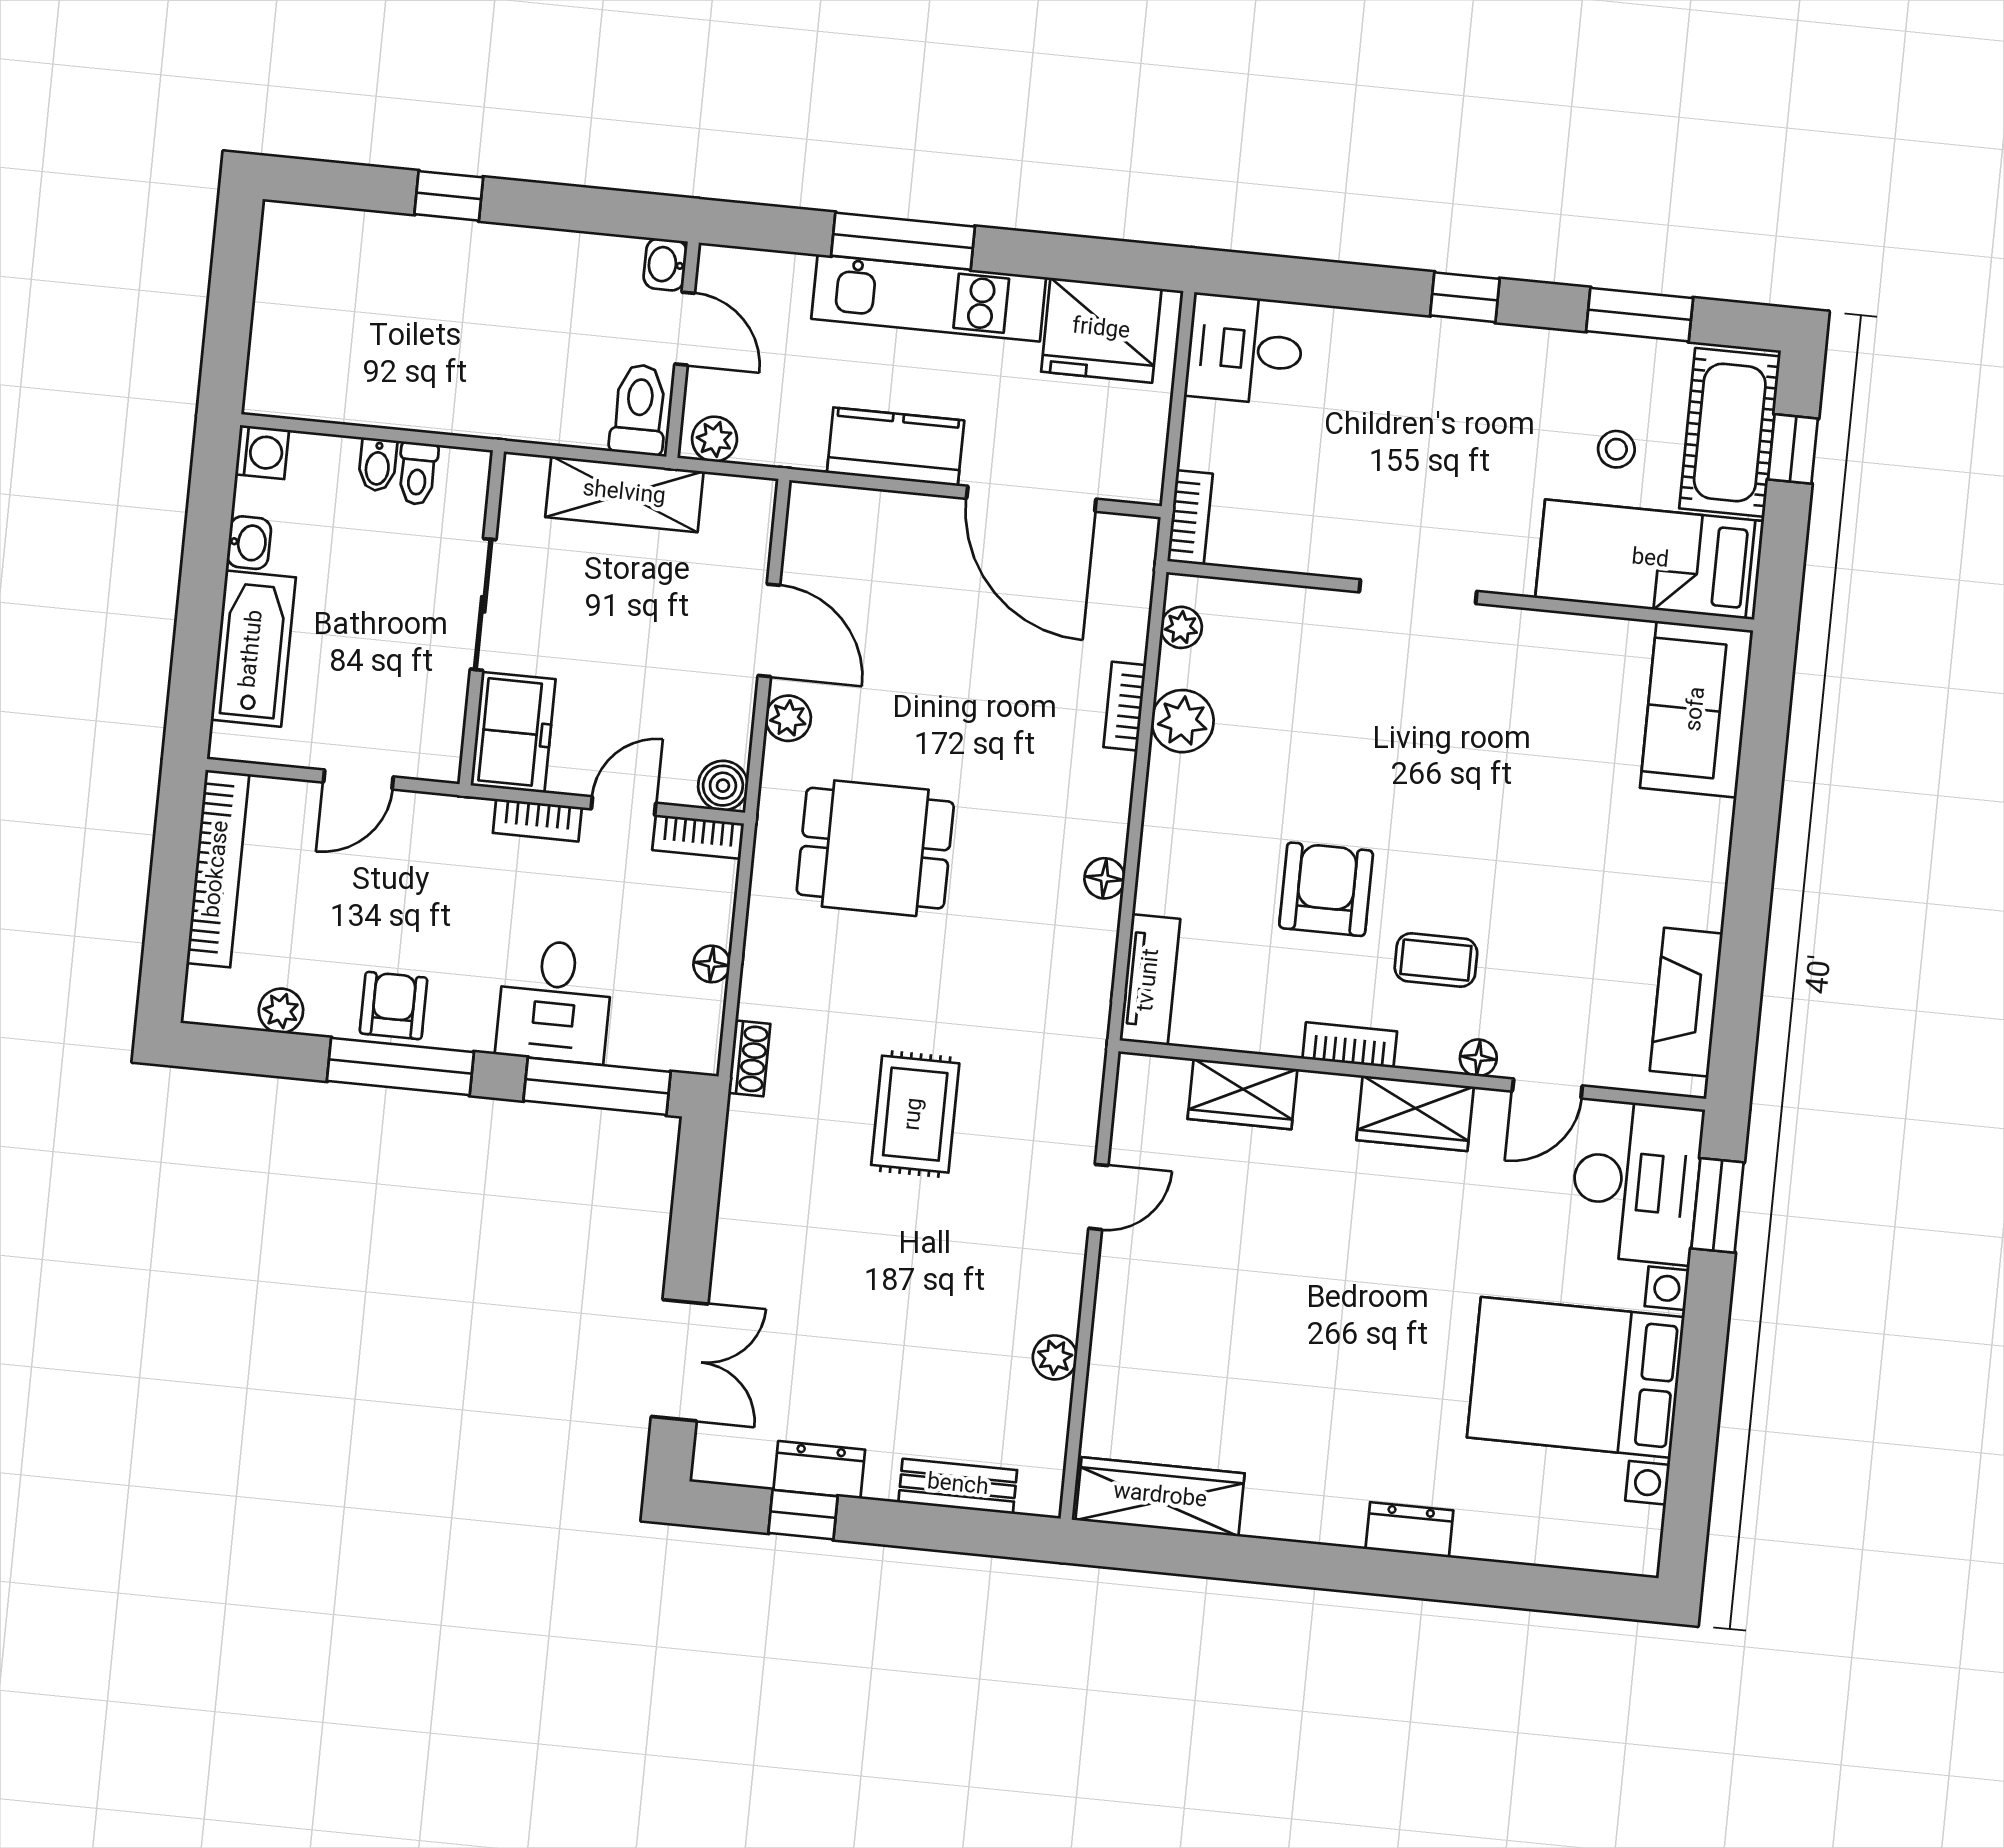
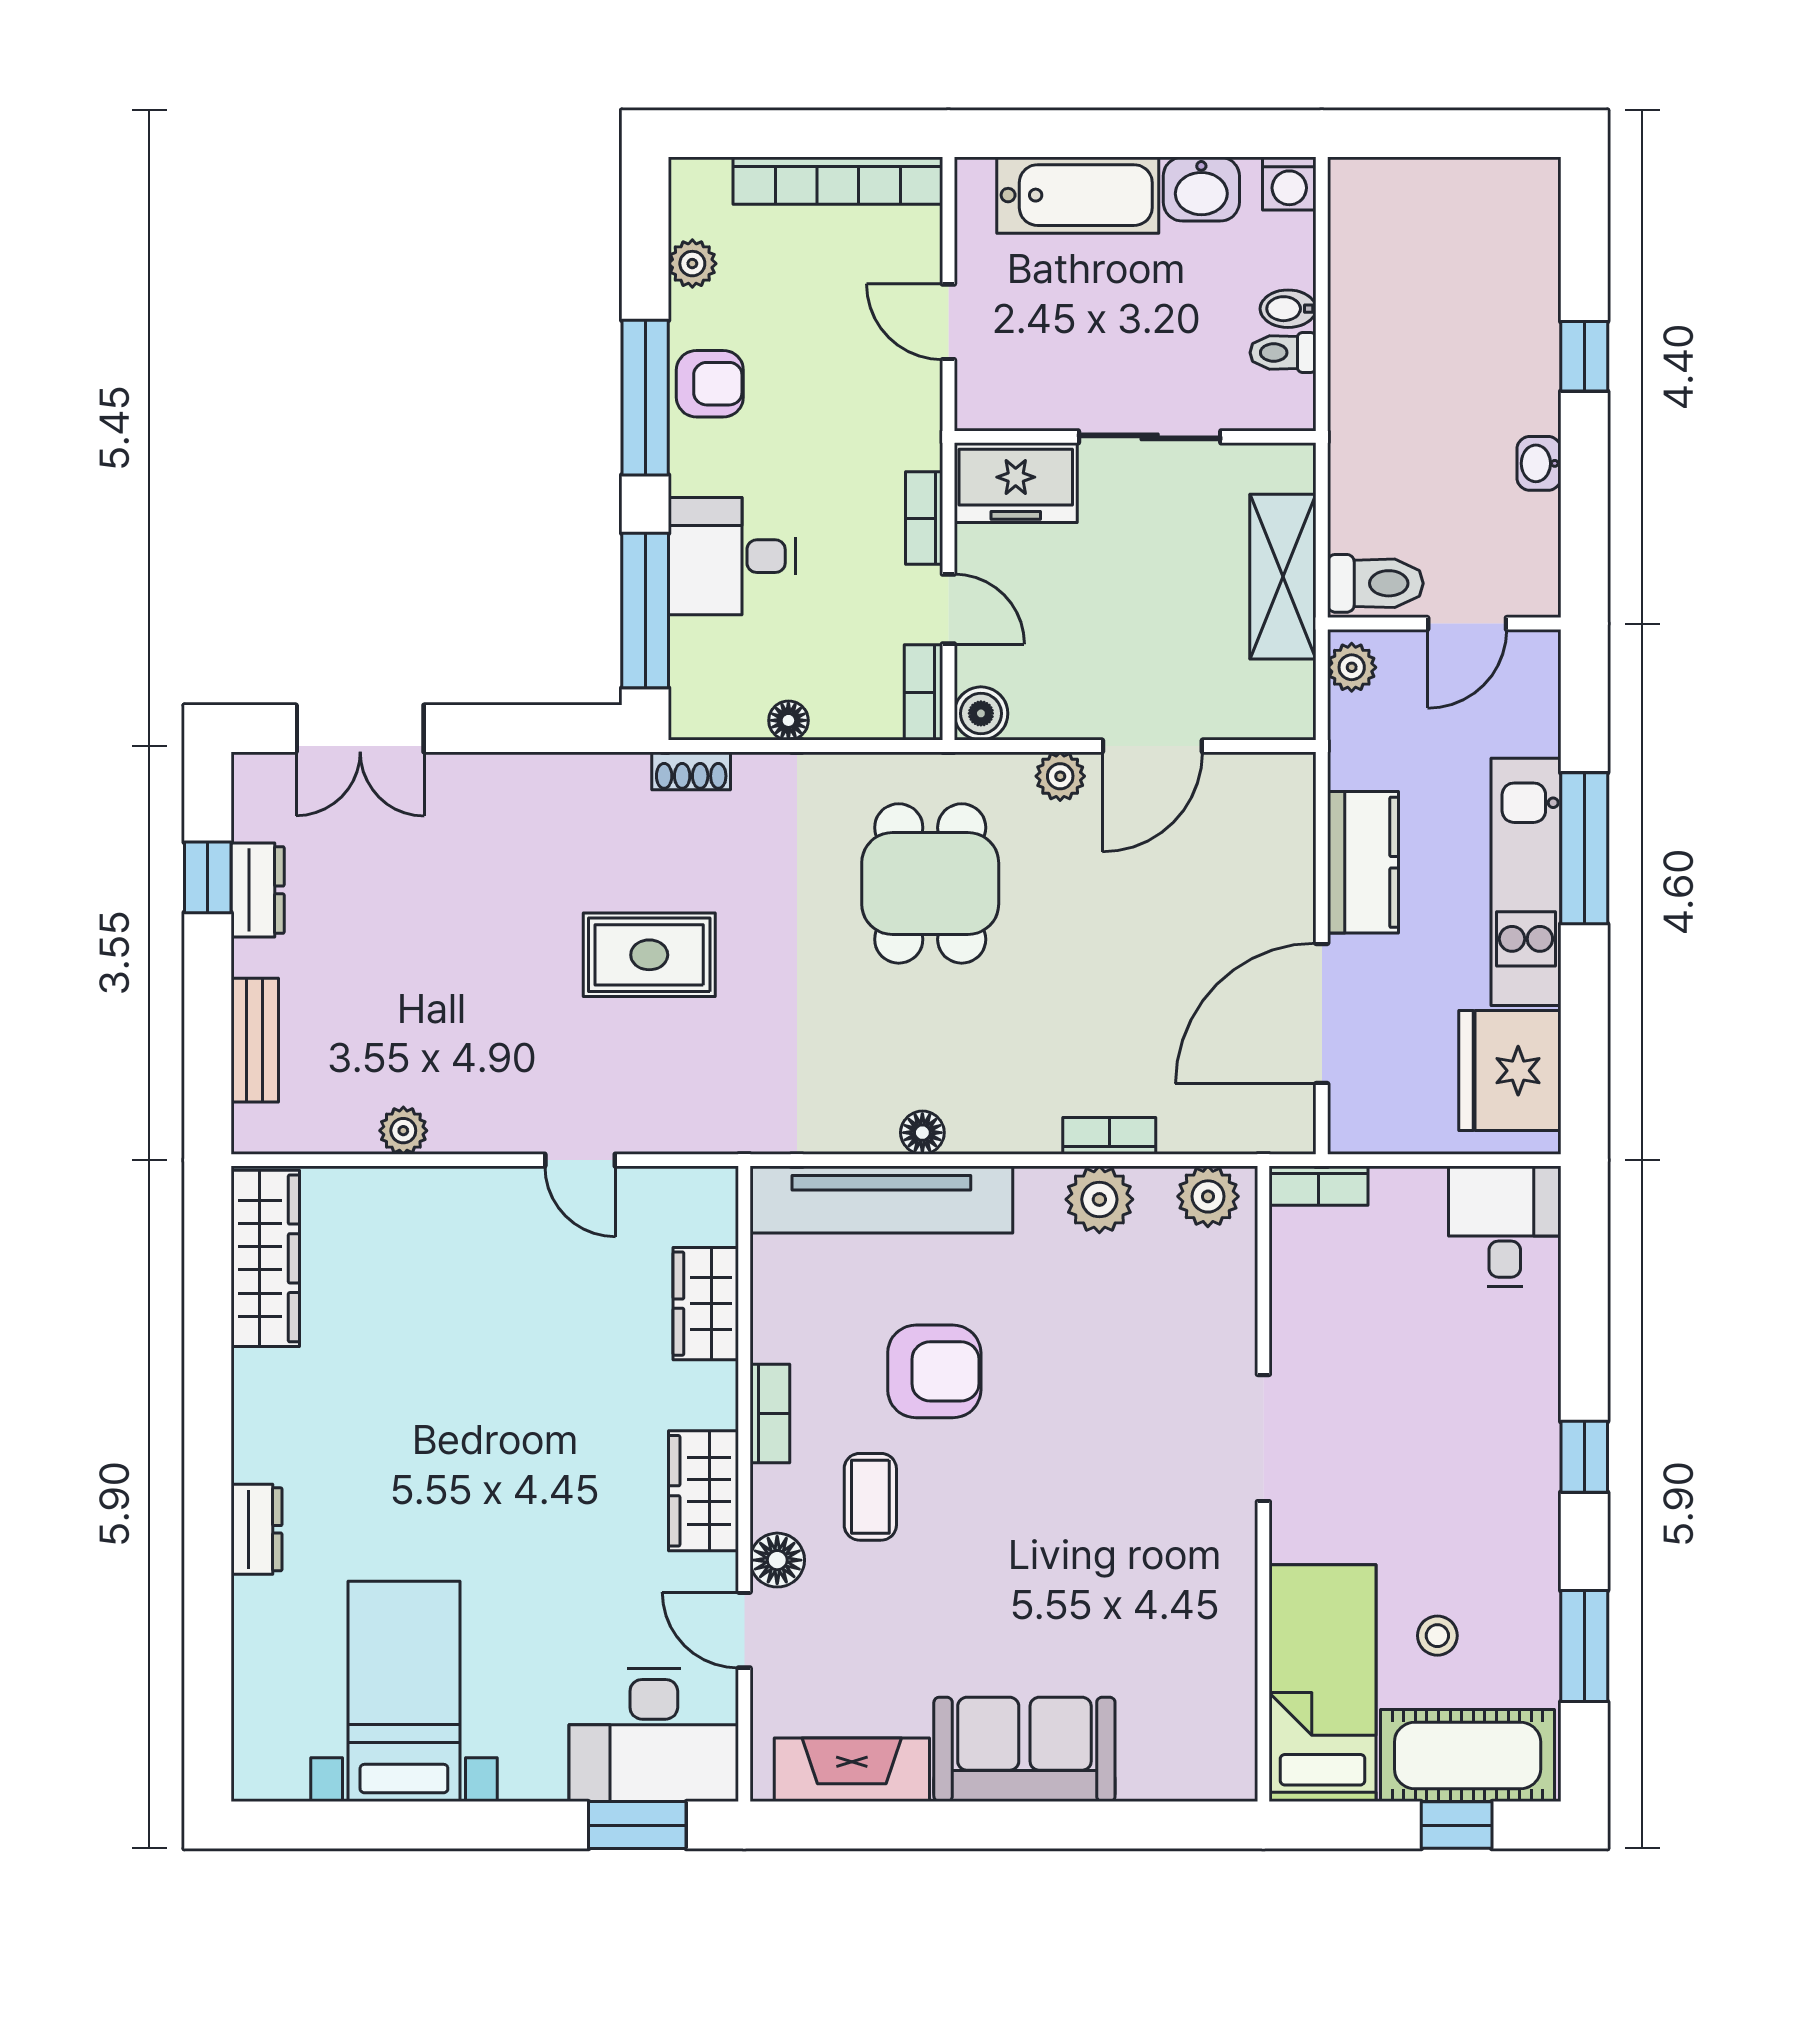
washbasin: (665, 264) -> (1539, 463), moved, turned -90
washbasin: (249, 543) -> (1201, 189), width x1.38, depth x1.45
plant: (1181, 627) -> (1208, 1196), width x1.38, depth x1.38
sofa: (1697, 709) -> (1024, 1749), moved
tv unit: (1150, 980) -> (881, 1200), width x1.92, depth x1.29
floor lamp: (1478, 1058) -> (777, 1560), width x1.37, depth x1.37
bed with nightstands: (1576, 1377) -> (404, 1691), width x0.73

